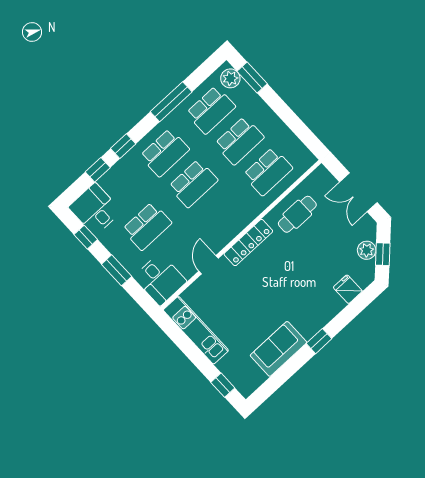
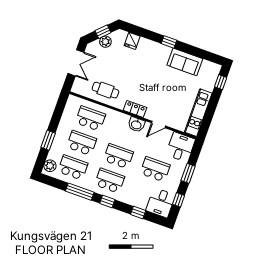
window: (252, 77) -> (48, 140), moved
window: (123, 146) -> (107, 202), moved
washbasin: (225, 233) -> (136, 125), added
locker: (248, 243) -> (135, 109), width x0.66

